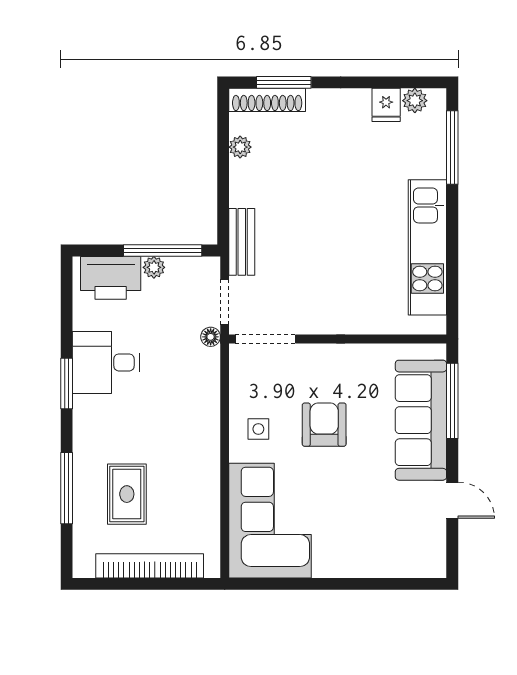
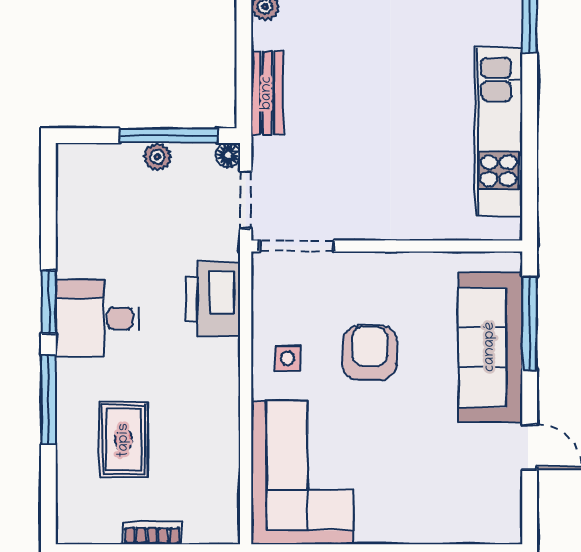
bench: (242, 242) -> (267, 93), moved
printer: (111, 278) -> (213, 299), moved, turned 90
floor lamp: (211, 337) -> (228, 155), moved
desk: (106, 362) -> (97, 318), moved
window: (67, 488) -> (48, 399), moved
bookcase: (150, 566) -> (152, 533), width x0.43, depth x0.76

